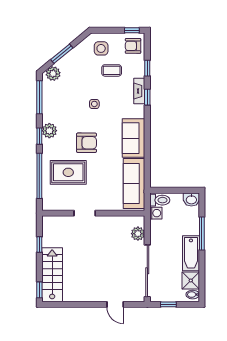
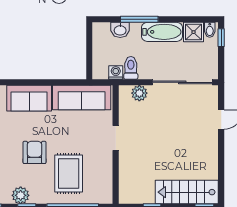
washbasin: (191, 199) -> (120, 30), moved, turned 90
toilet: (160, 200) -> (131, 68), moved
doorway: (85, 213) -> (116, 138), moved
window: (168, 304) -> (221, 38), moved

